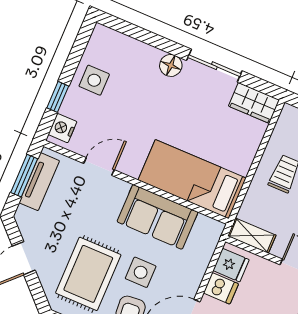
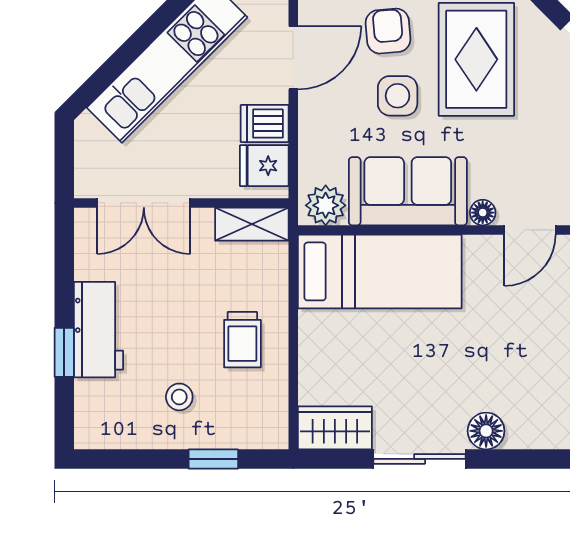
floor lamp: (121, 187) -> (483, 213), added
plant: (206, 229) -> (326, 205), added

